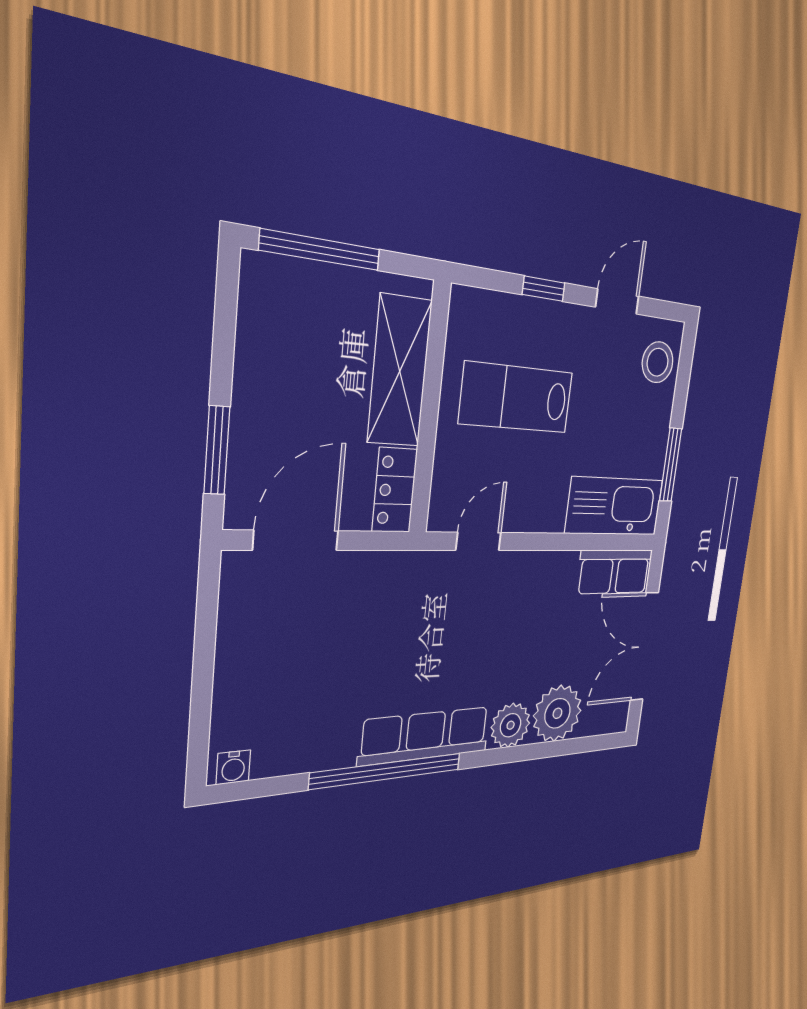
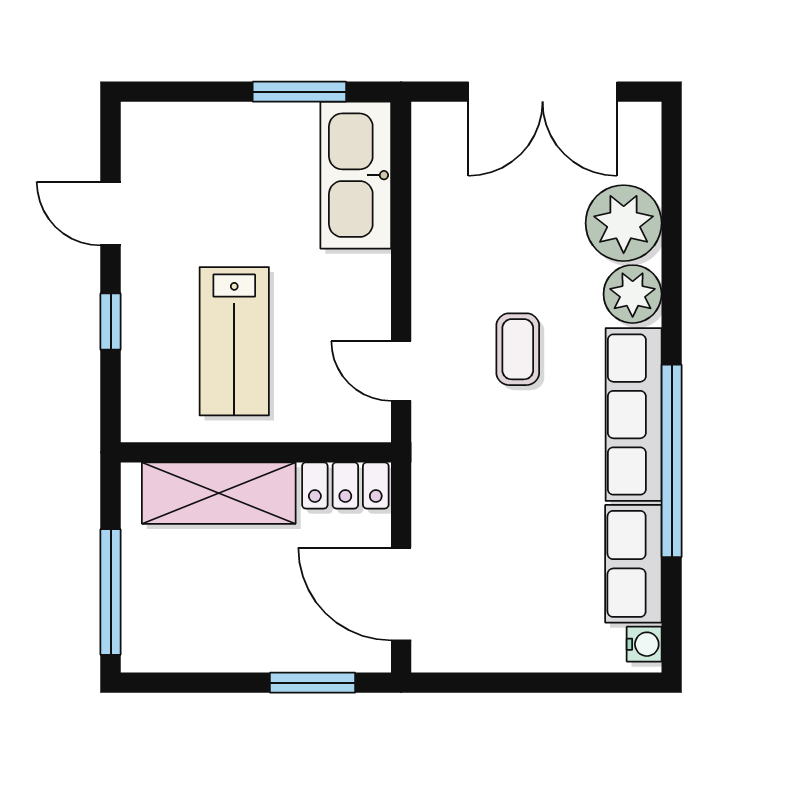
stool: (658, 362) -> (174, 138), removed
row of seats: (615, 571) -> (633, 564), moved, turned 180
coffee table: (483, 638) -> (518, 349), added

